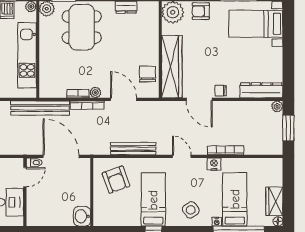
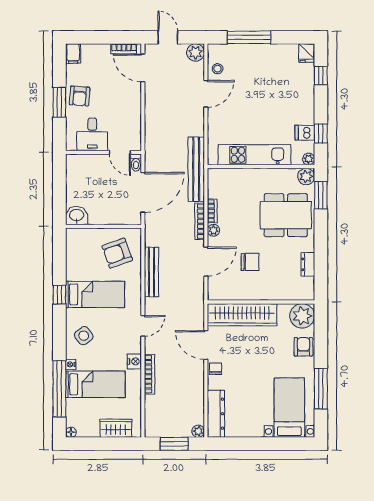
chair: (147, 74) -> (250, 262), moved
door: (199, 99) -> (206, 345), hinge flipped
wardrobe: (274, 201) -> (116, 428), moved

